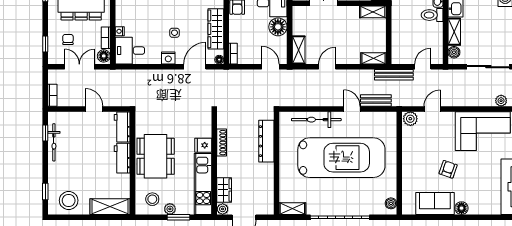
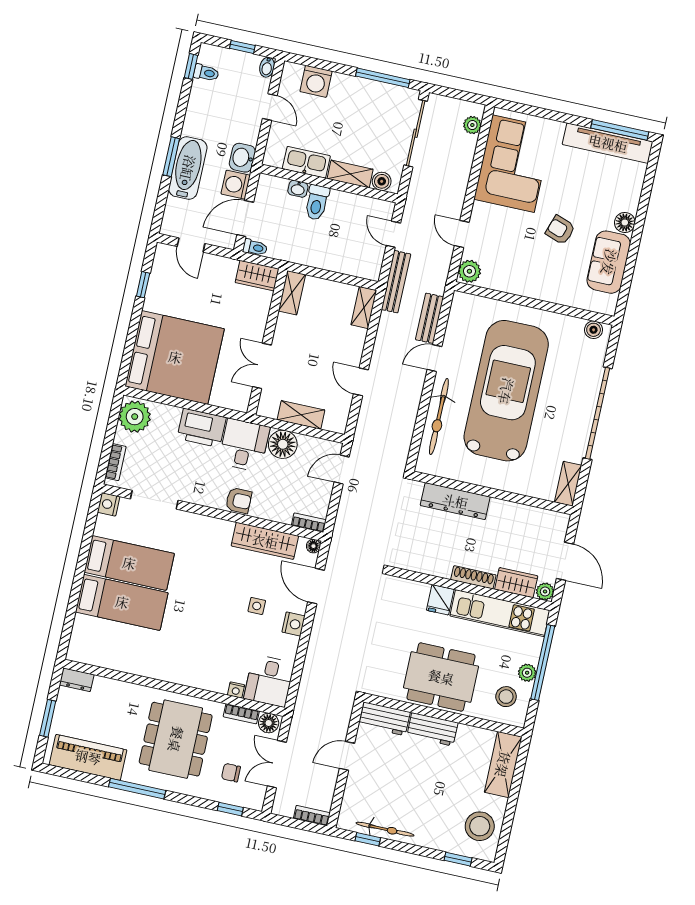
shelving: (299, 50) -> (301, 415), moved
shoe rack: (222, 143) -> (473, 577), moved
window: (178, 217) -> (543, 663), width x2.11

